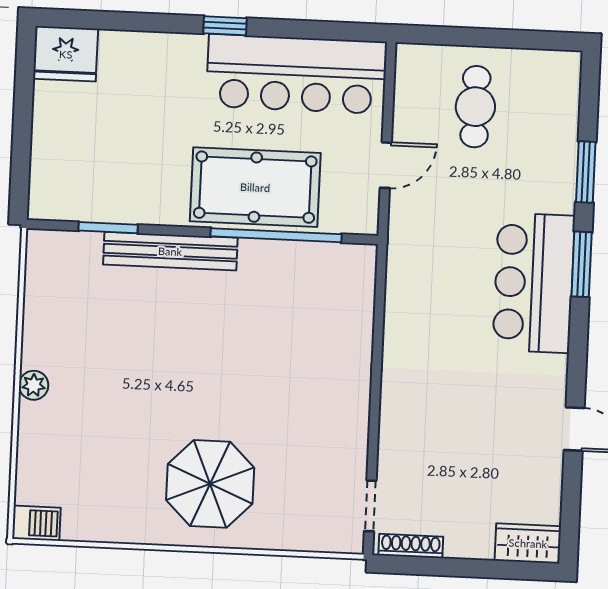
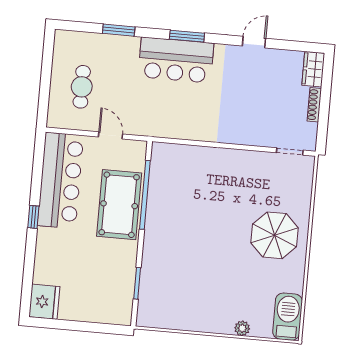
cafe table: (475, 107) -> (82, 87), turned 90
bench: (170, 251) -> (151, 251), removed
window: (582, 264) -> (187, 36), moved
plant: (34, 385) -> (242, 328), moved
barbecue: (36, 523) -> (288, 317), width x1.88, depth x1.53
shoe rack: (411, 546) -> (314, 105), moved

